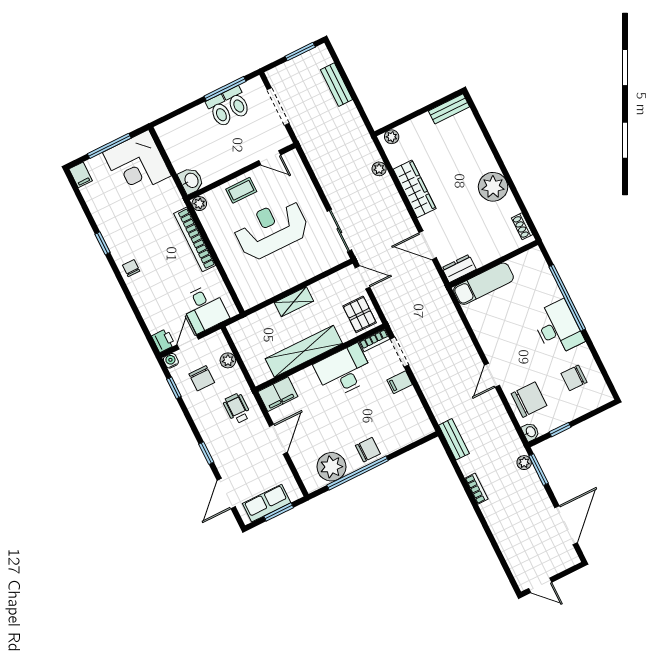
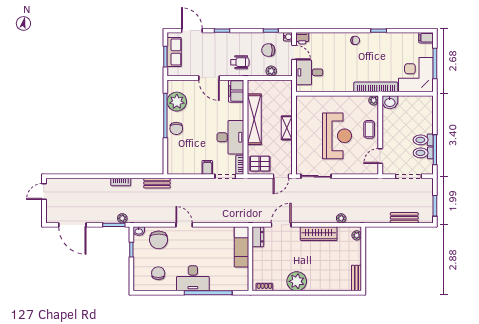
bookcase: (195, 239) -> (376, 87), moved

